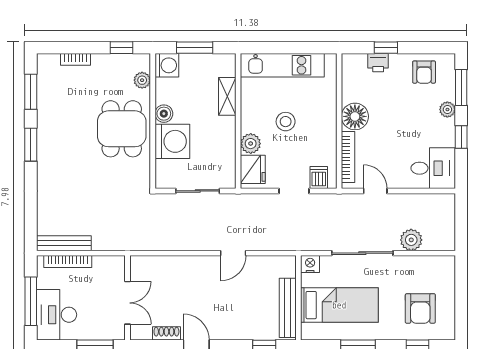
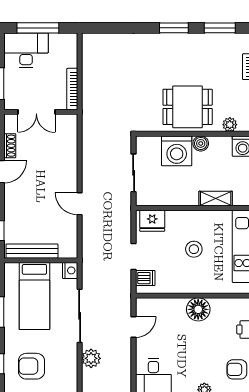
plant: (251, 144) -> (175, 219), removed
bookcase: (348, 157) -> (163, 303), removed
bench: (64, 243) -> (88, 57), removed
bookcase: (68, 262) -> (72, 89), moved

